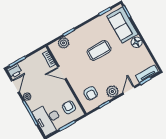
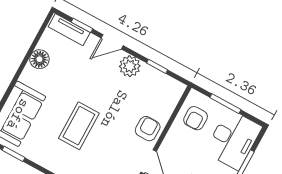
floor lamp: (137, 42) -> (39, 59), moved
coffee table: (99, 50) -> (79, 126), turned 90
armchair: (91, 93) -> (148, 129), moved

